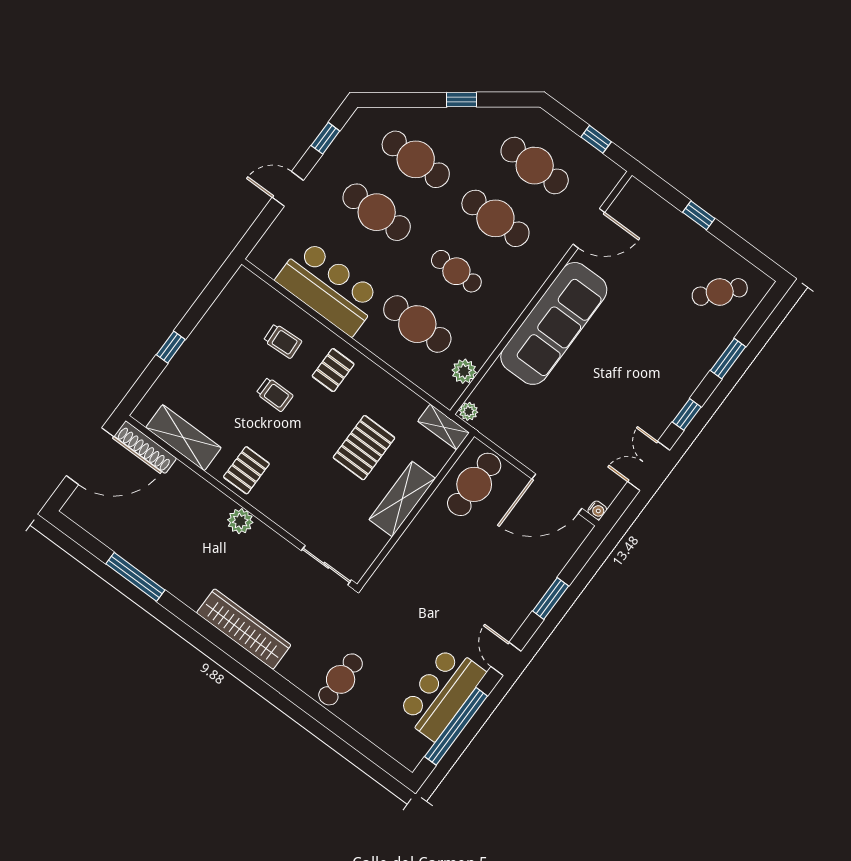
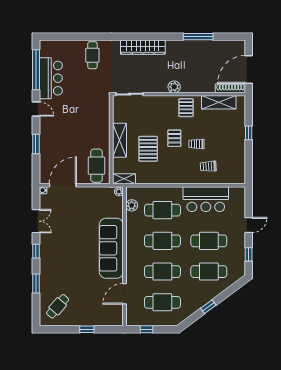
cafe table: (456, 271) -> (162, 241), width x1.37, depth x1.35
pallet: (333, 370) -> (174, 138), moved

